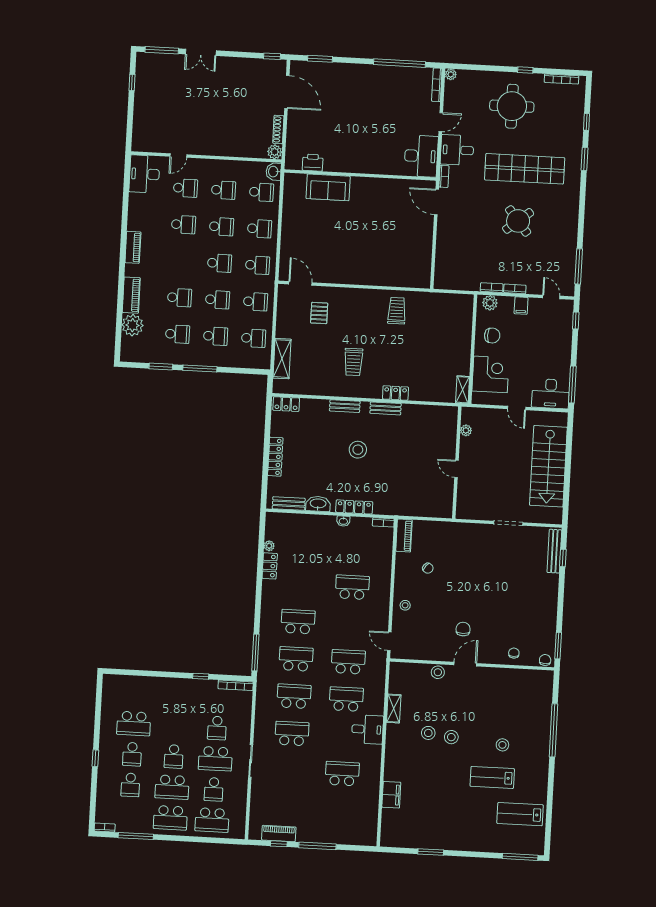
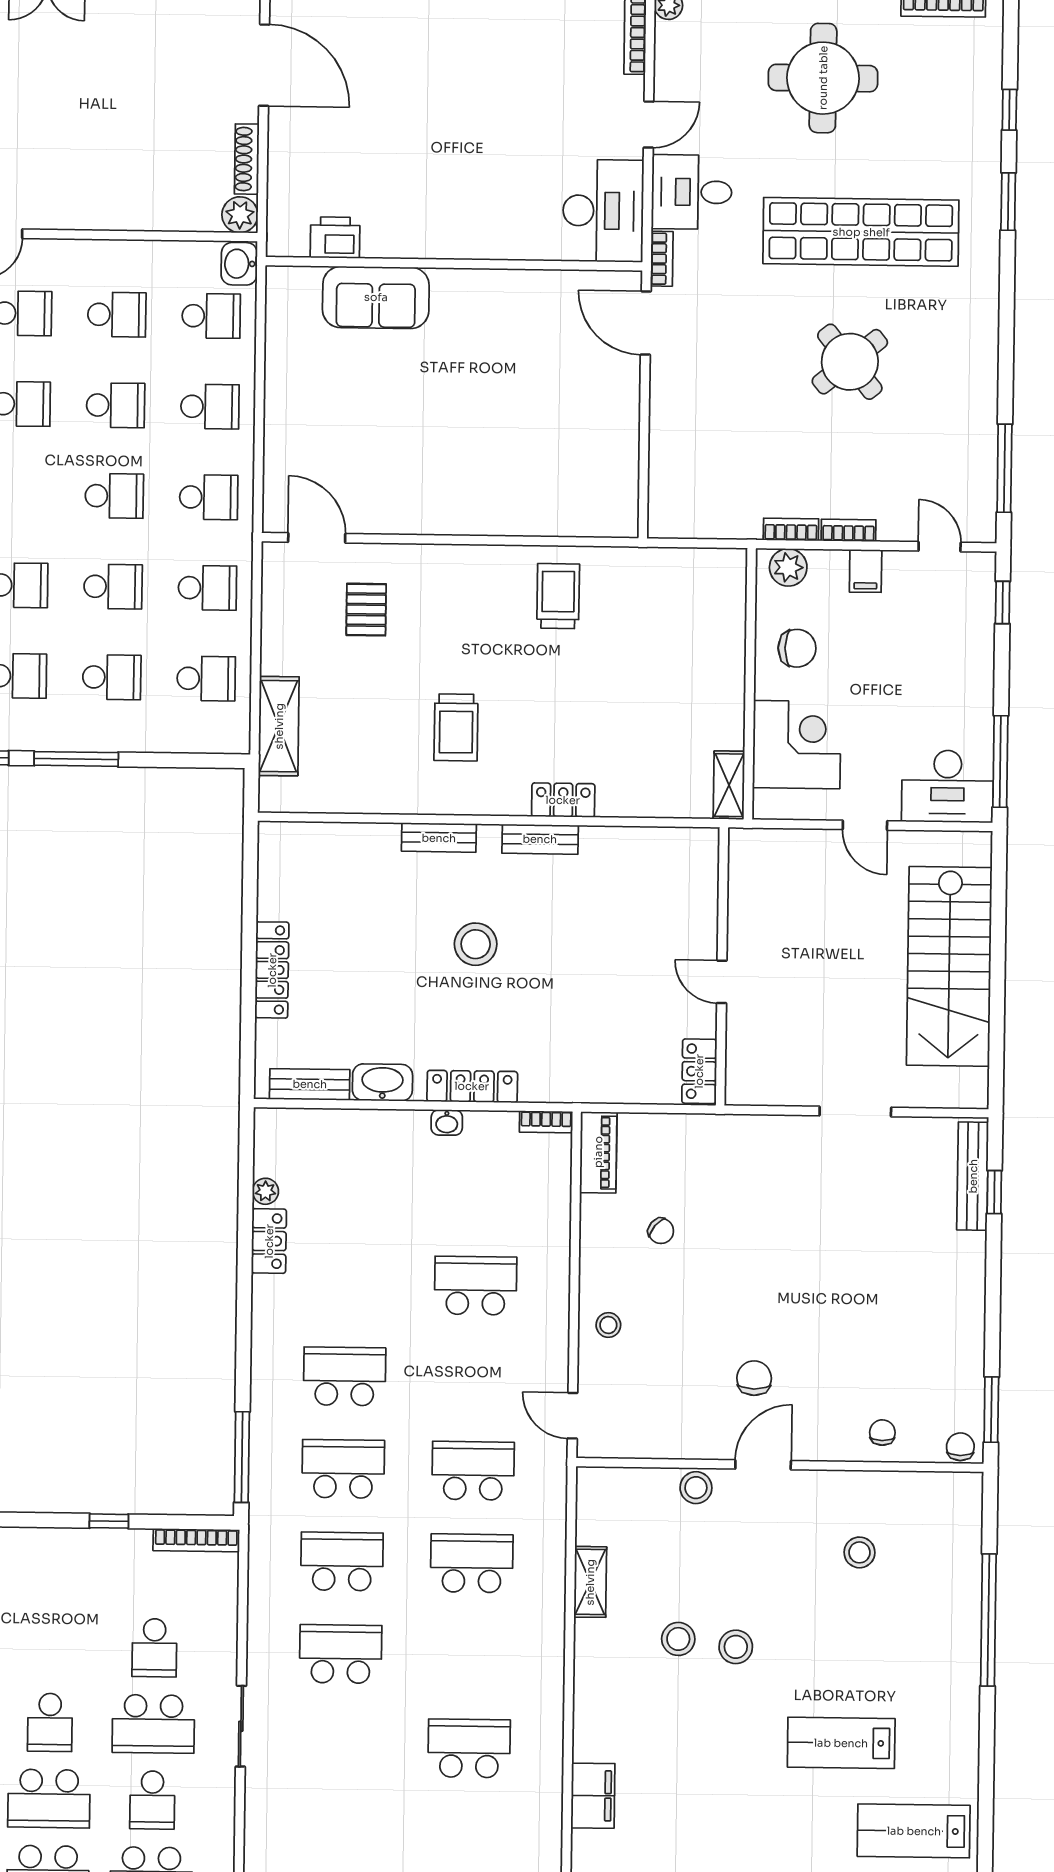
locker: (286, 404) -> (699, 1071), moved, turned 90
plant: (466, 430) -> (741, 886), removed
desk: (367, 729) -> (527, 1636), removed
stool: (502, 745) -> (859, 1552), moved

